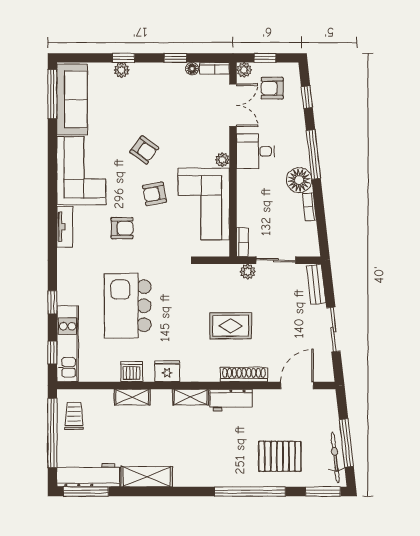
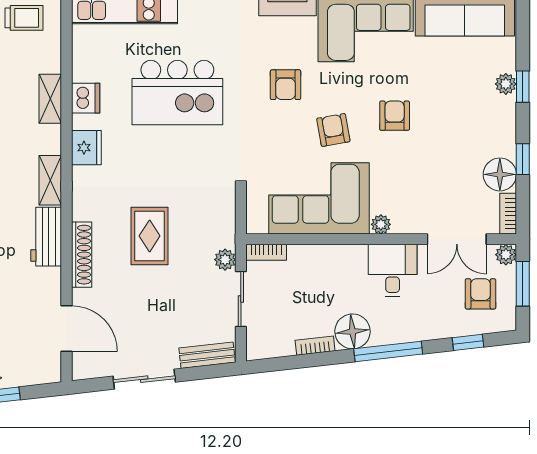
window: (265, 58) -> (523, 284), width x1.50
floor lamp: (192, 69) -> (500, 174), width x1.89, depth x1.89
armchair: (144, 150) -> (395, 116), turned 144
kitchen island: (128, 306) -> (177, 93), turned 180

